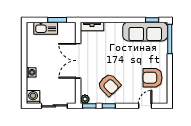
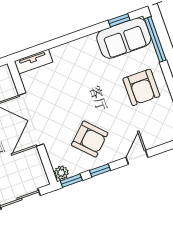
sofa: (145, 32) -> (124, 38), width x0.73
armchair: (153, 78) -> (141, 87), moved, turned -90
door: (145, 106) -> (137, 157), moved

